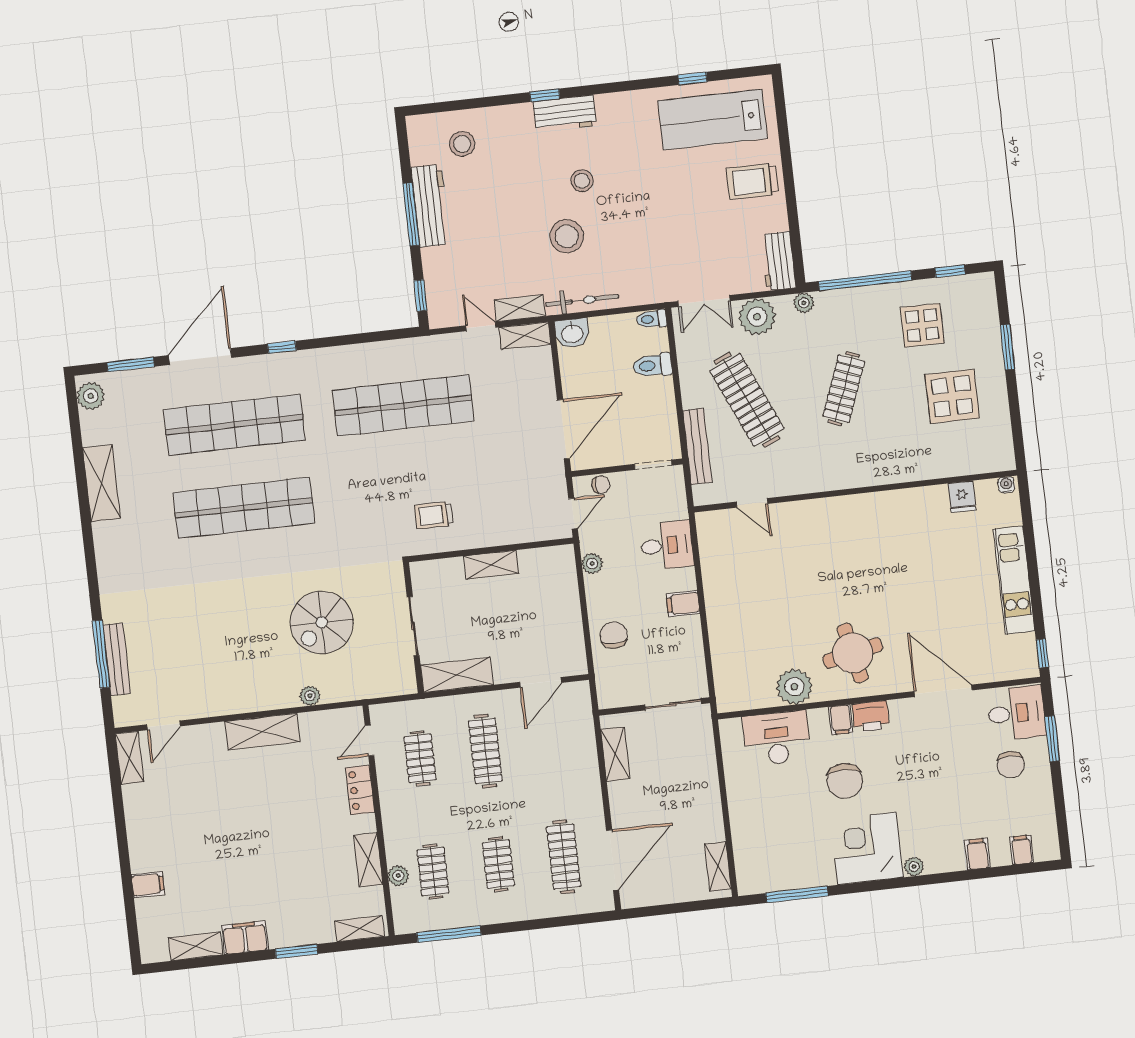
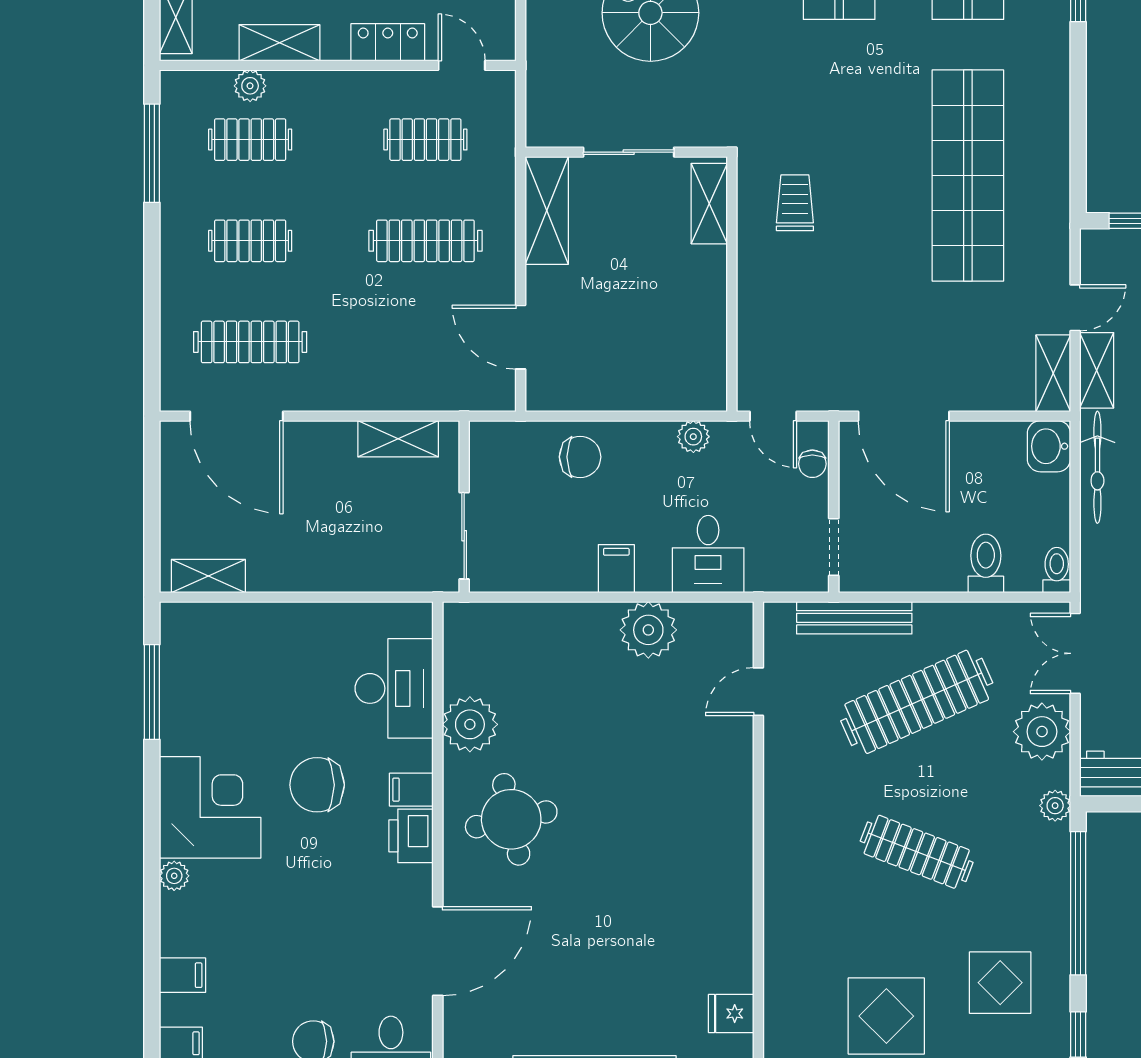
shelving: (491, 565) -> (709, 204), moved
plant: (720, 578) -> (648, 630), added

